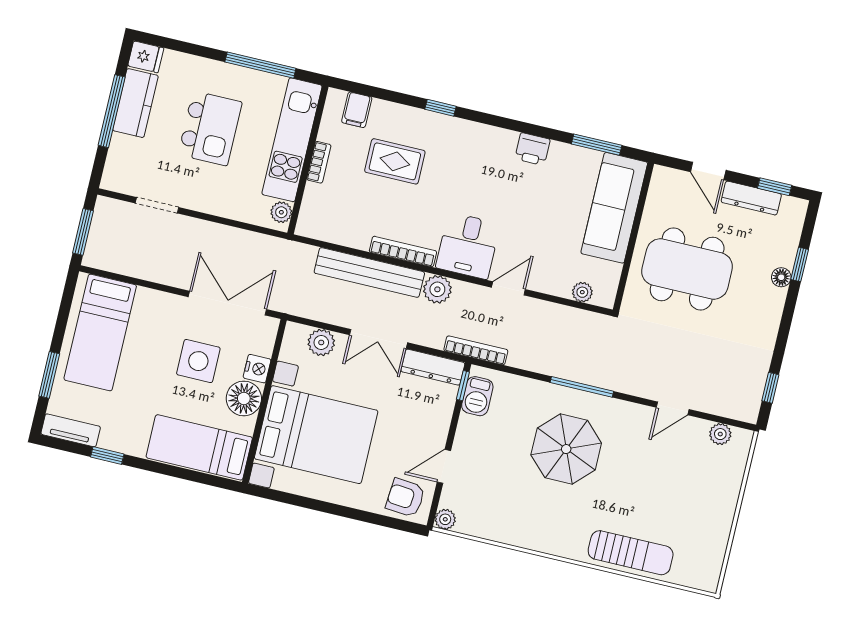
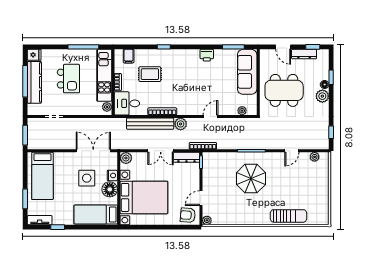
kitchen counter: (135, 103) -> (34, 82), width x1.50
desk: (468, 246) -> (127, 103), moved, turned 90
plant: (770, 302) -> (322, 96), added
plant: (321, 342) -> (126, 158), moved
barbecue: (477, 396) -> (208, 165), removed

